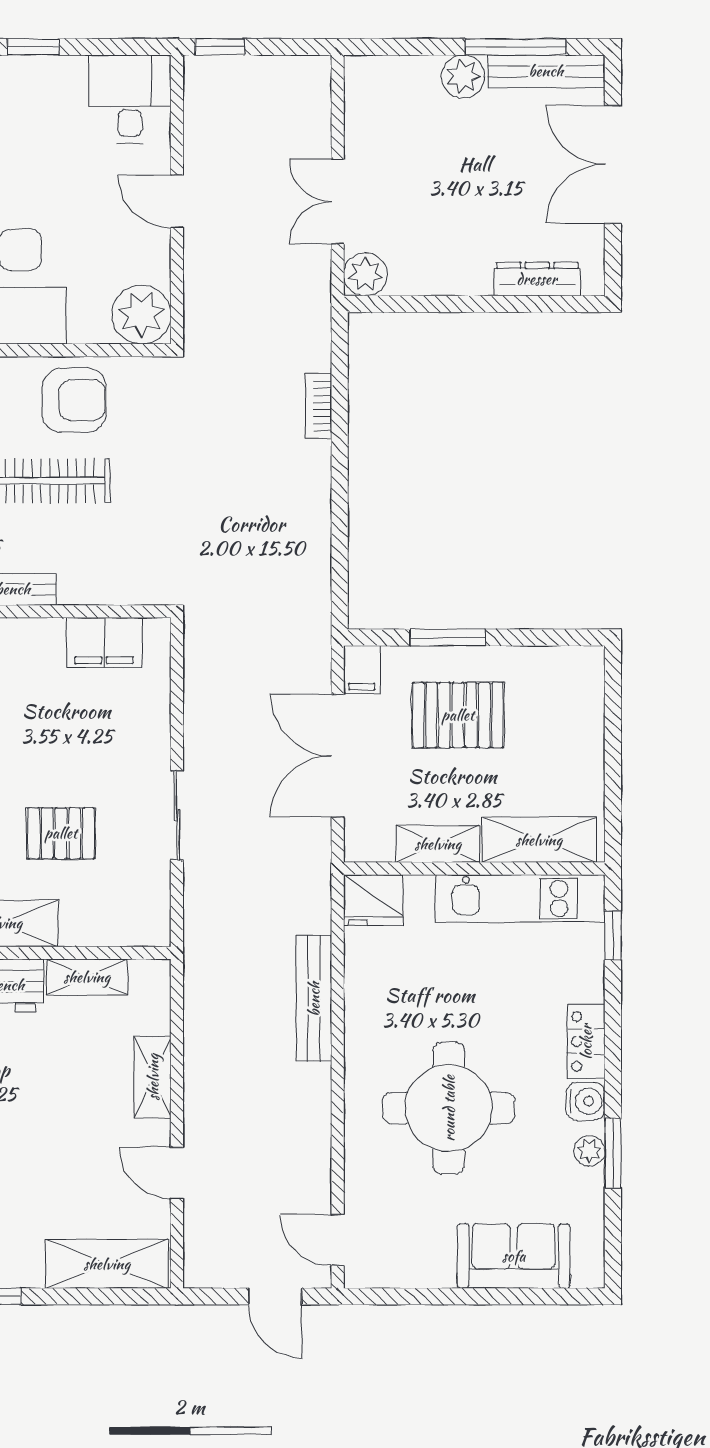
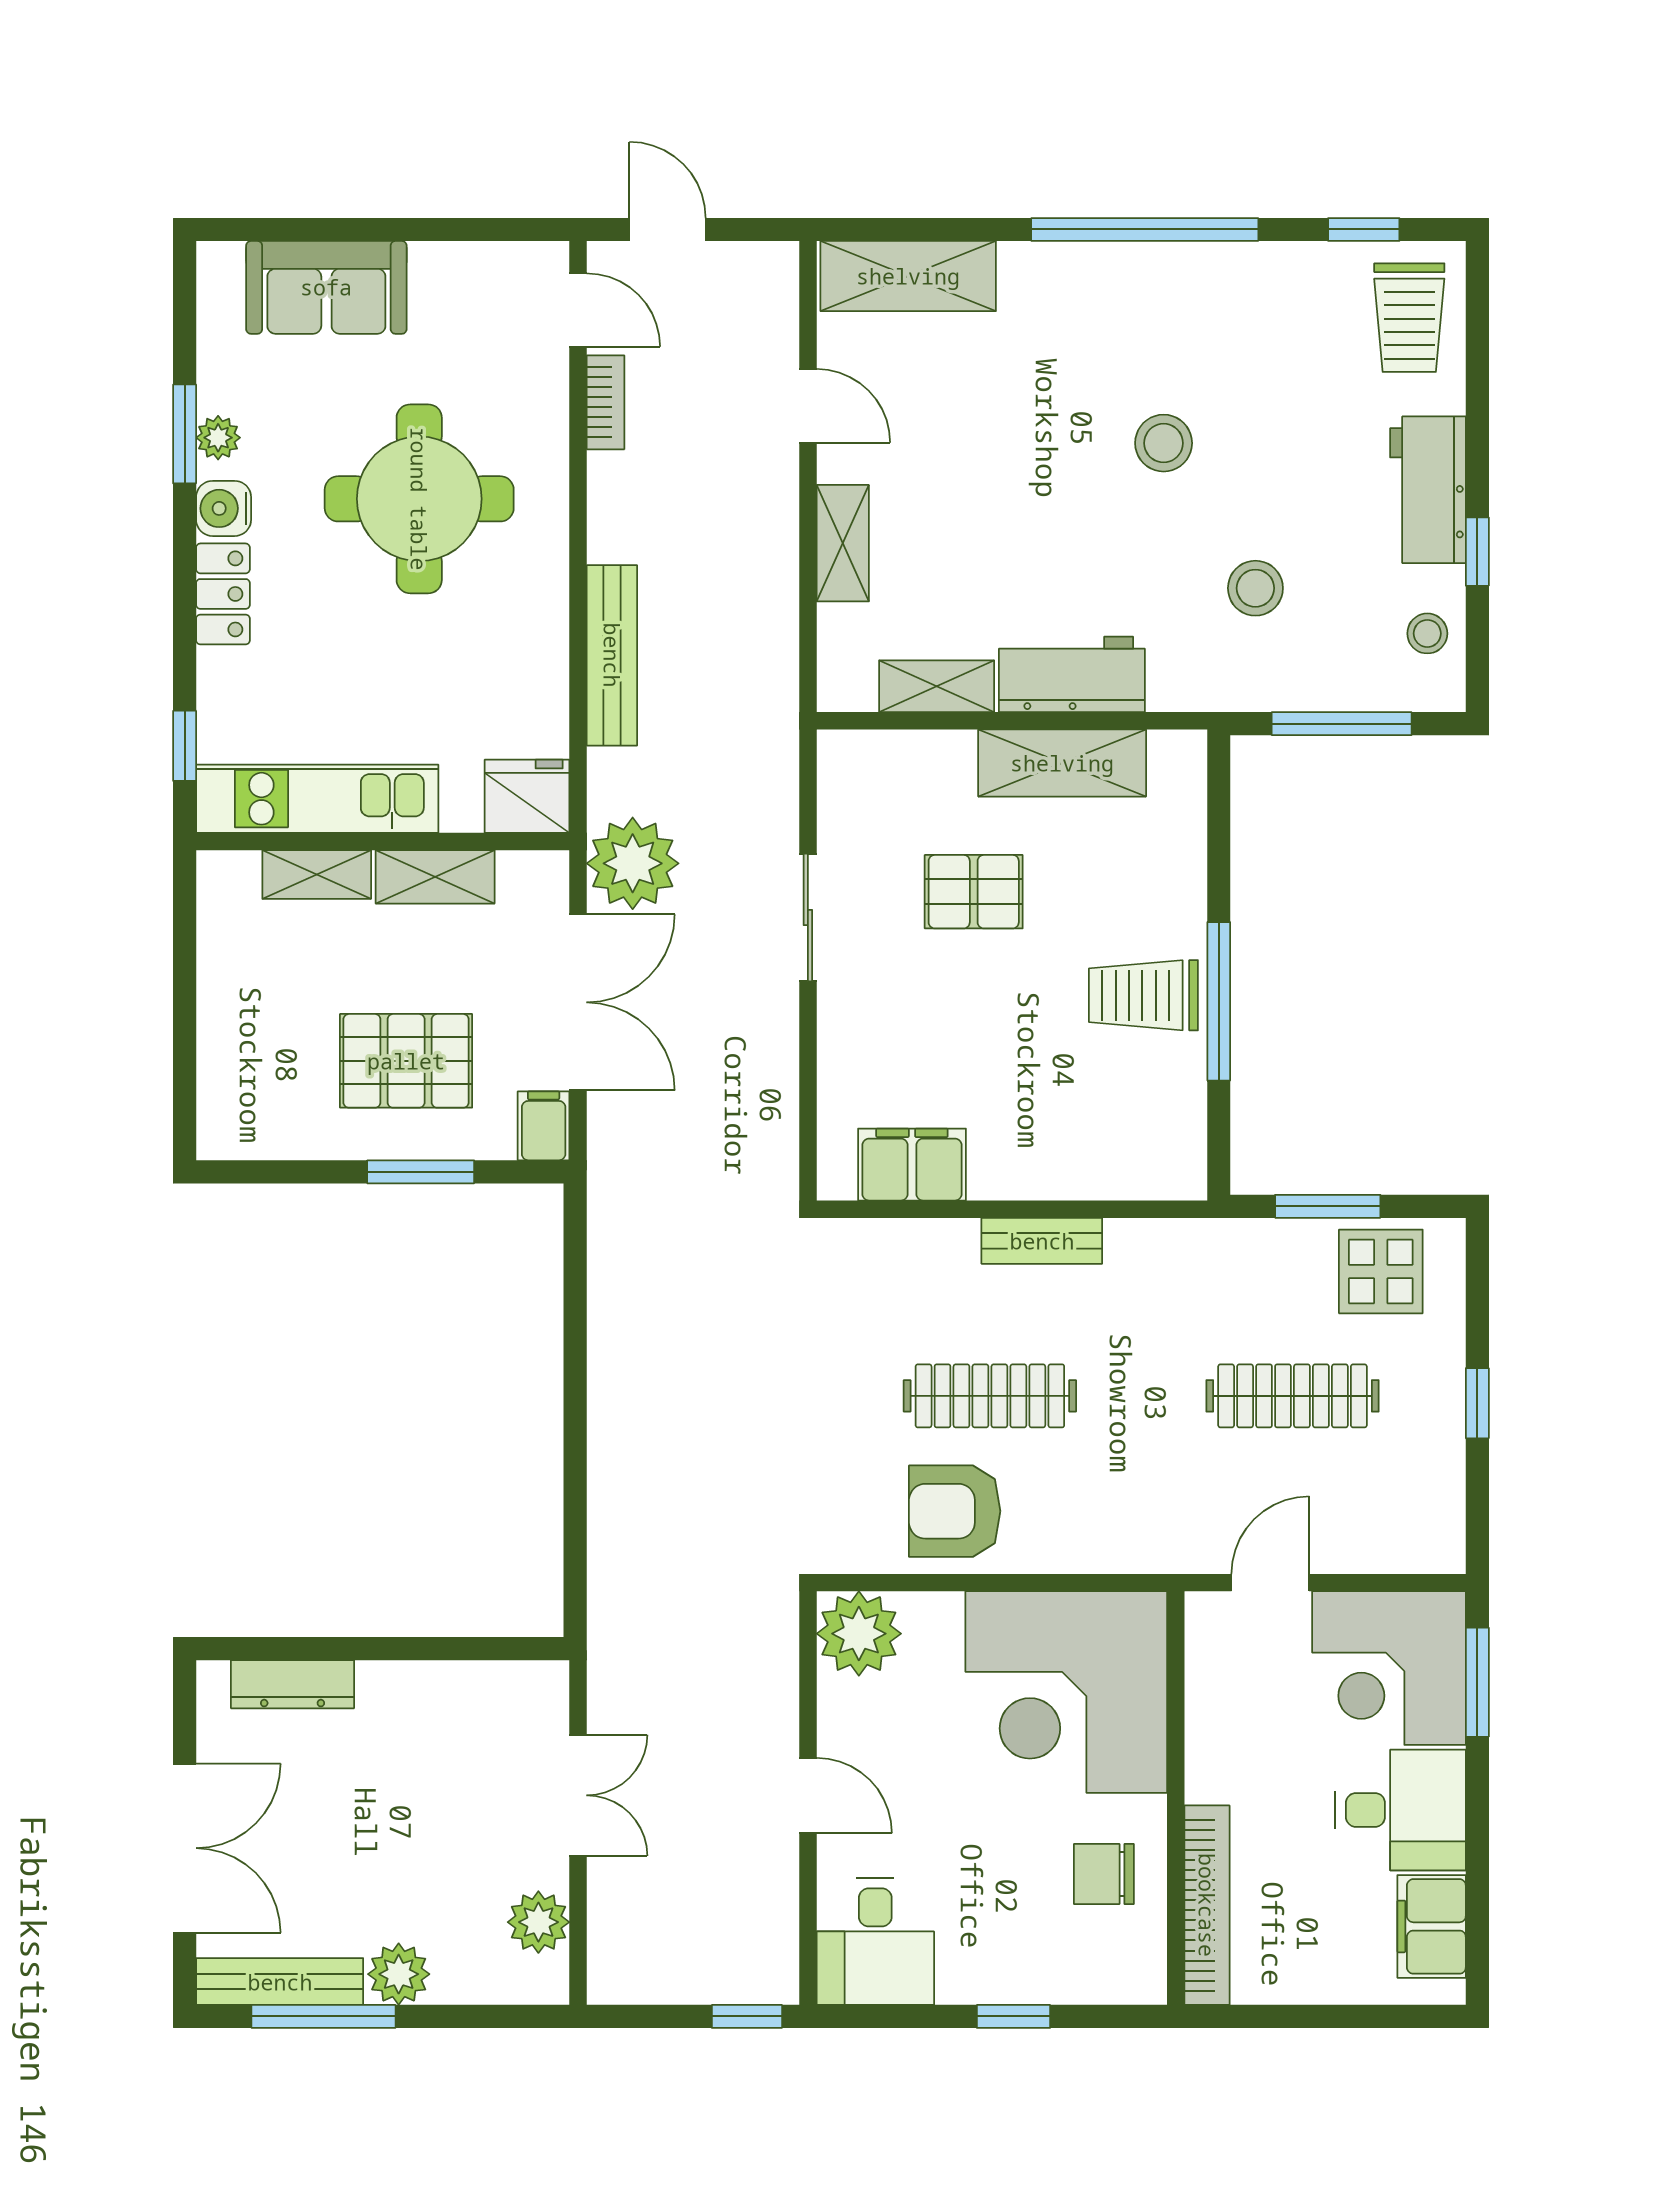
plant: (365, 274) -> (538, 1922), moved
bookcase: (318, 406) -> (606, 402), moved
shelving: (539, 840) -> (317, 874), width x0.67, depth x0.75
plant: (299, 853) -> (633, 863), added

